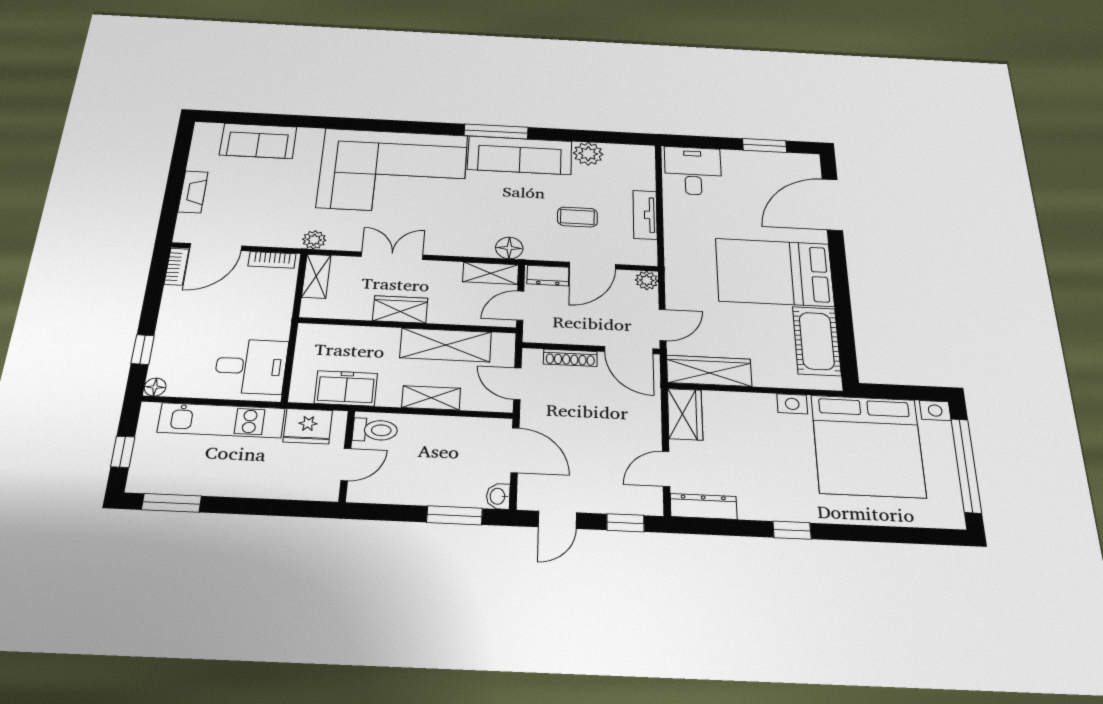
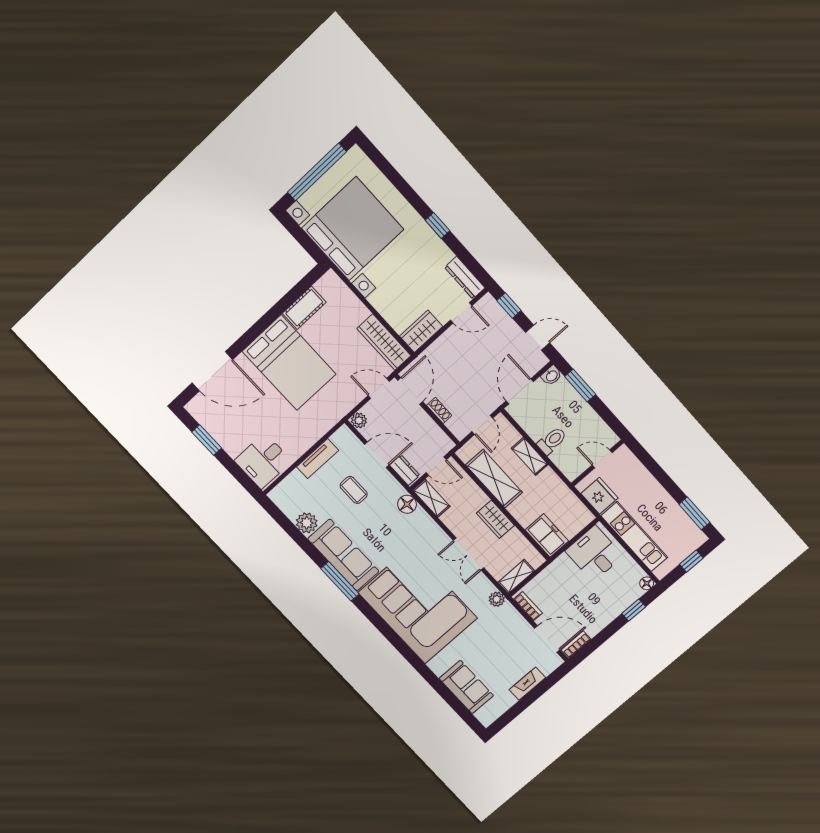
cot: (817, 341) -> (304, 308), width x0.73, depth x0.75
shoe rack: (570, 358) -> (439, 410), width x0.70
freezer: (346, 388) -> (547, 536), moved, turned 180
toilet: (375, 430) -> (552, 441), moved, turned 90

